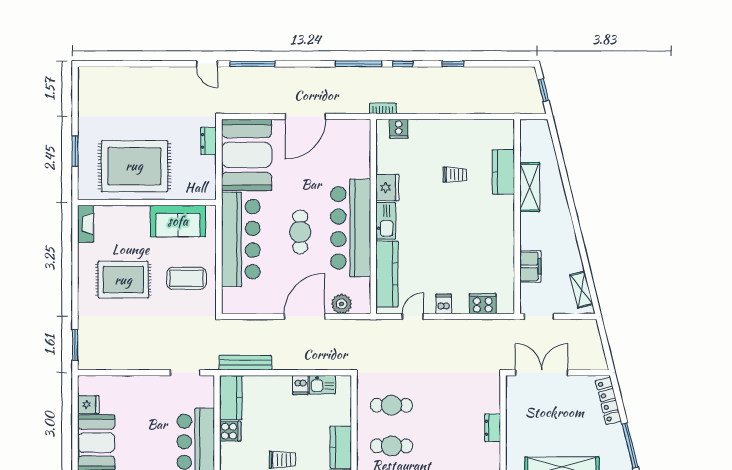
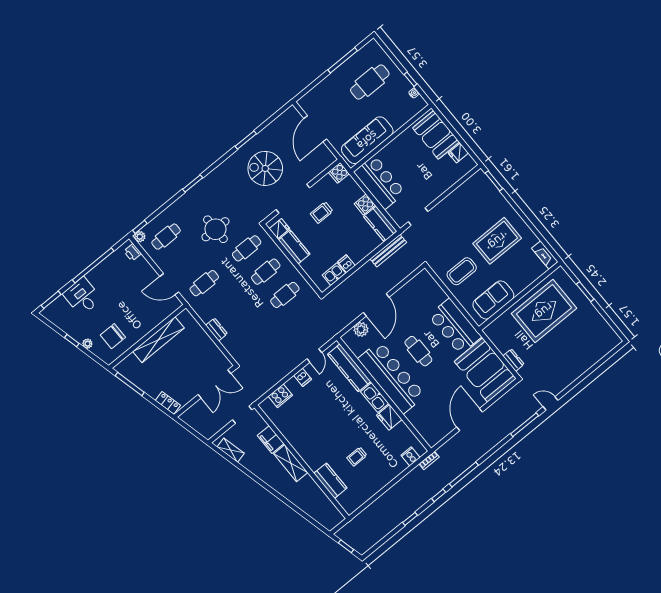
shelving: (530, 187) -> (291, 463), moved
bar counter: (241, 239) -> (455, 326), width x0.73
locker: (608, 401) -> (168, 403), width x0.66

